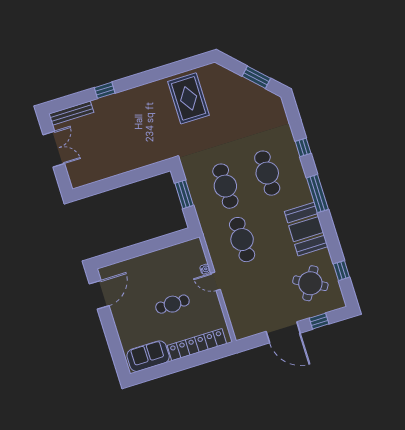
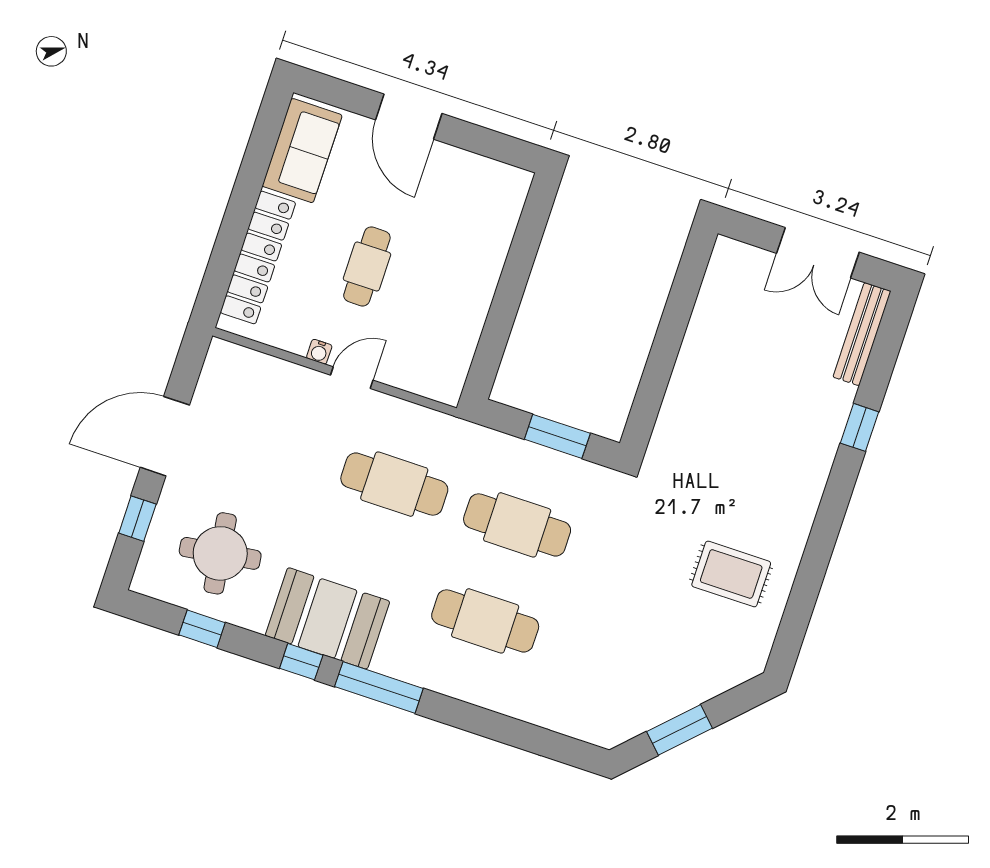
rug: (189, 98) -> (731, 574), width x0.73, depth x0.70
window: (303, 147) -> (301, 662), moved
water cooler: (205, 269) -> (319, 352), moved
round table: (310, 283) -> (220, 553), turned -38
door: (99, 295) -> (409, 117), moved

